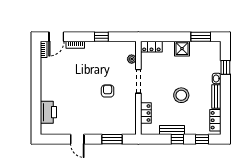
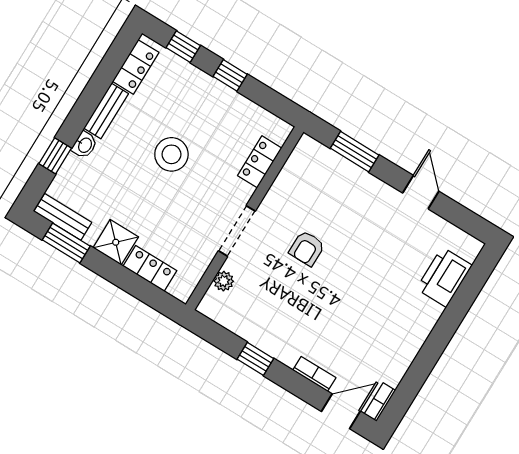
locker: (151, 47) -> (150, 268), moved
bench: (172, 130) -> (63, 217), moved

